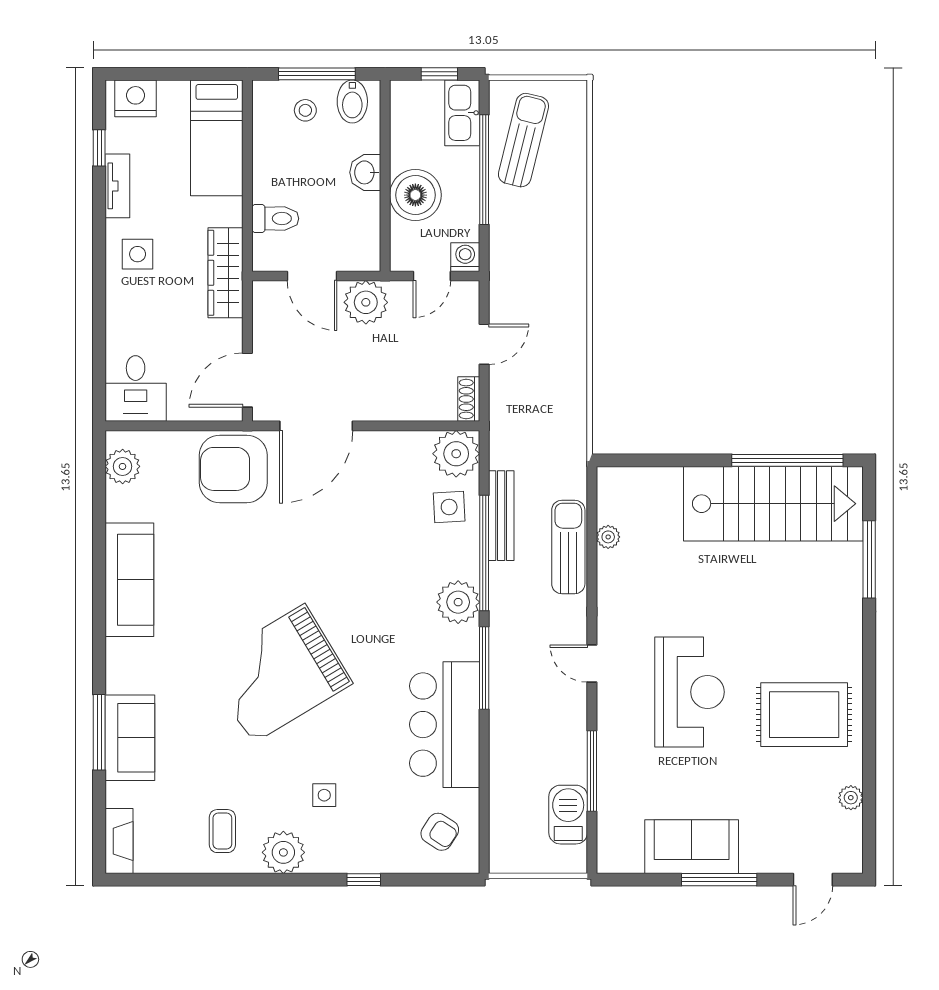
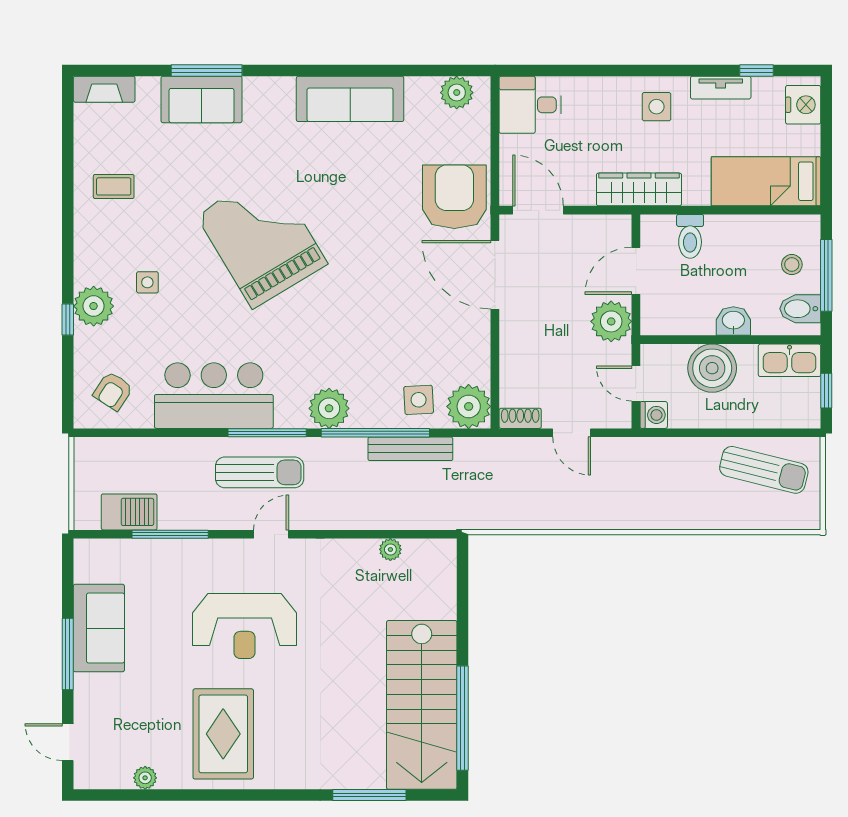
kitchen sink: (462, 113) -> (790, 360), moved, turned 180
window: (484, 170) -> (736, 433), removed
sun lounger: (568, 547) -> (260, 472), moved
plant: (283, 852) -> (94, 306), moved

